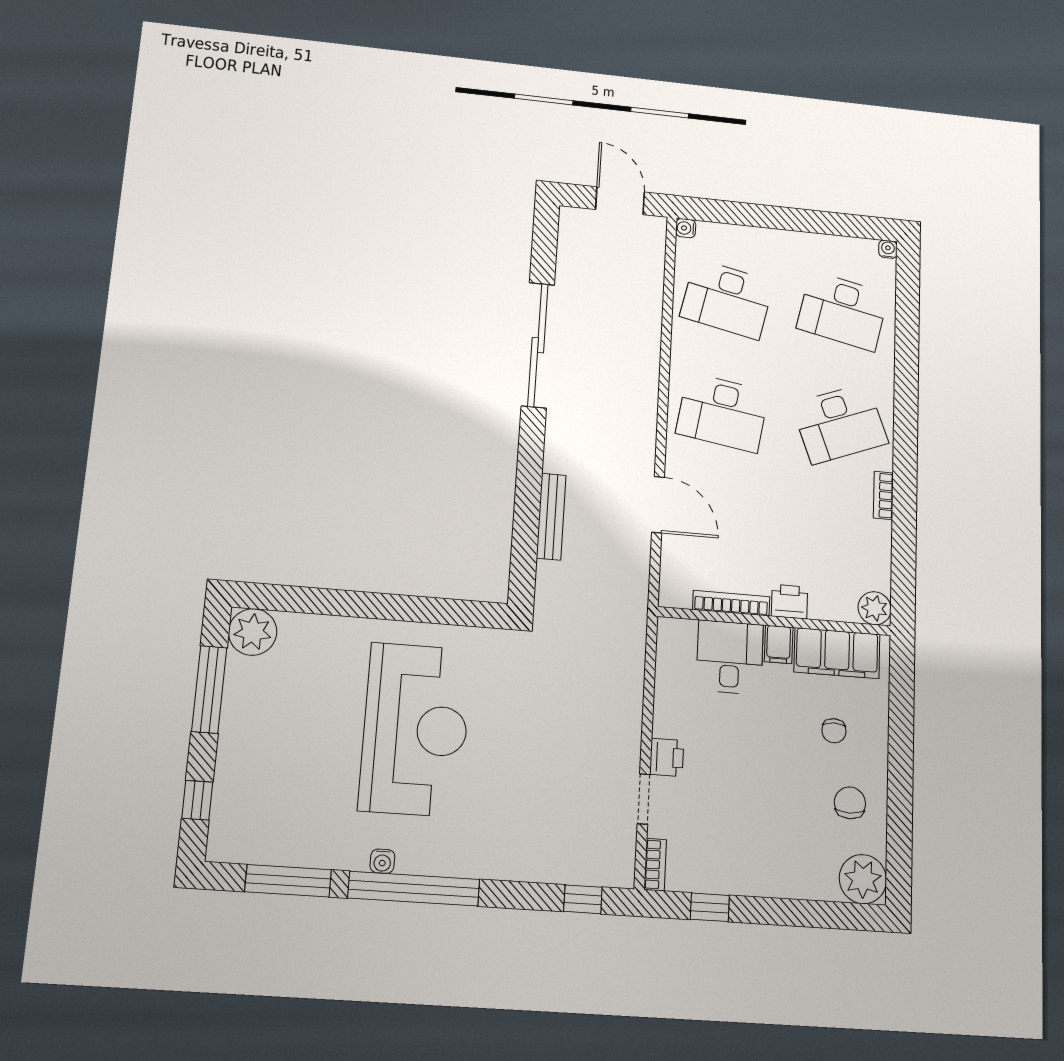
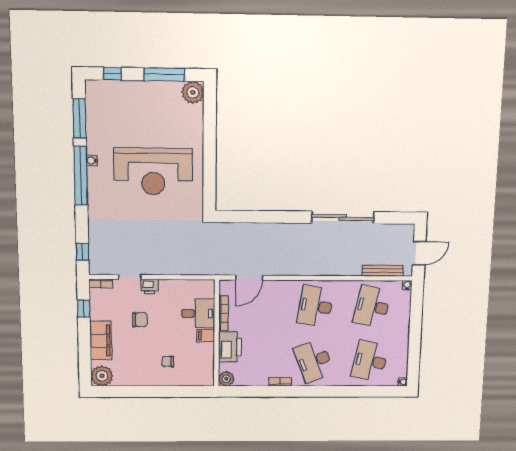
door: (658, 505) -> (249, 278), moved
bench: (551, 517) -> (383, 271), moved
printer: (790, 602) -> (230, 347), width x1.87, depth x1.48
filing cabinet: (837, 653) -> (101, 340), moved, turned 180
chair: (850, 803) -> (140, 320), moved

